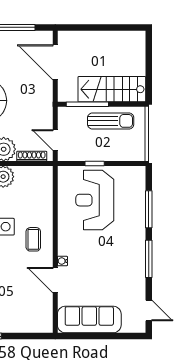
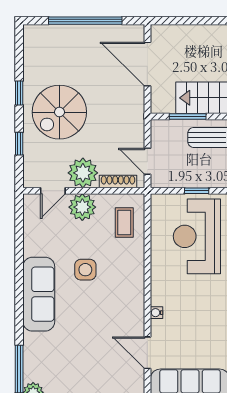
window: (87, 104) -> (188, 117), width x0.69
coffee table: (33, 239) -> (124, 223), moved
door: (55, 280) -> (147, 353), moved

